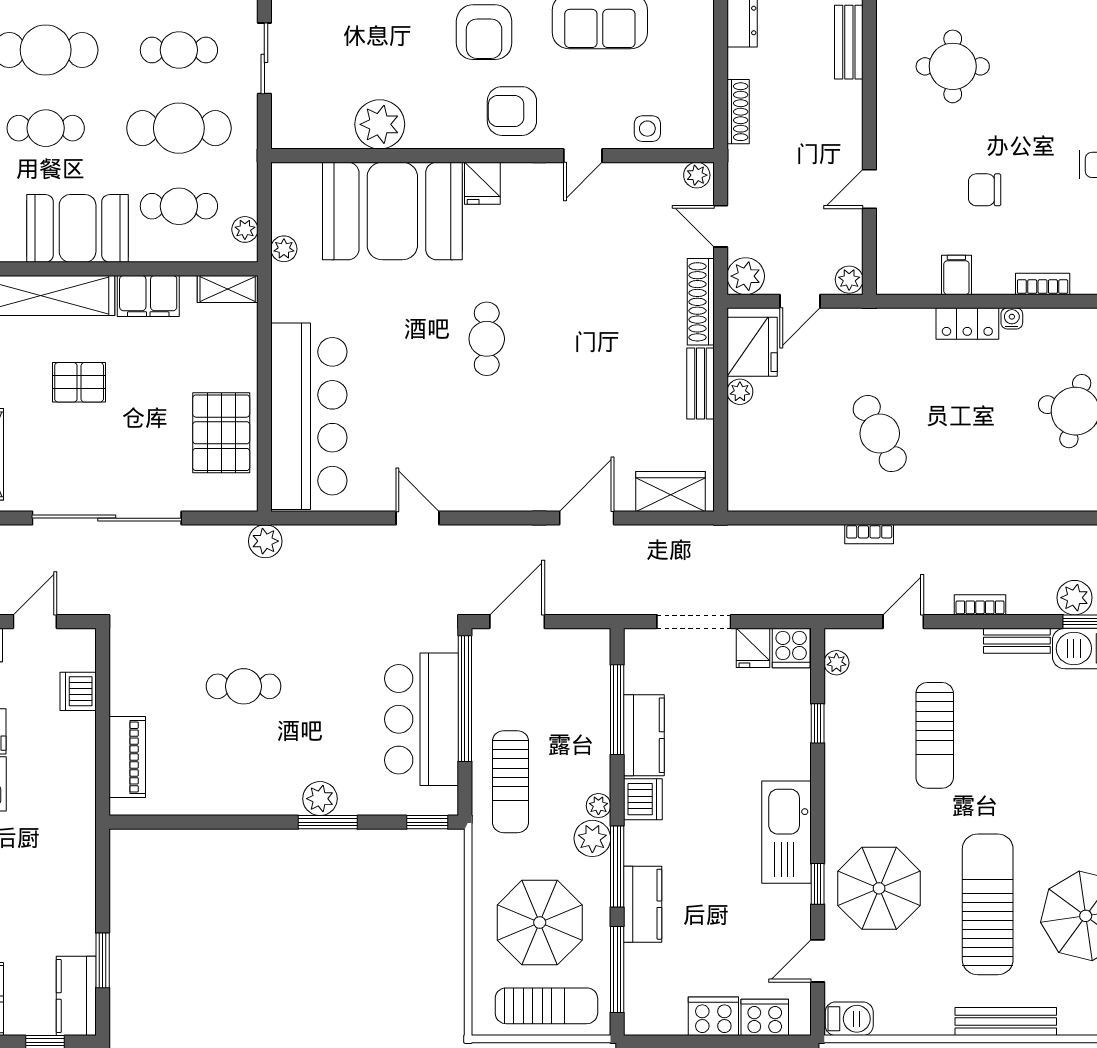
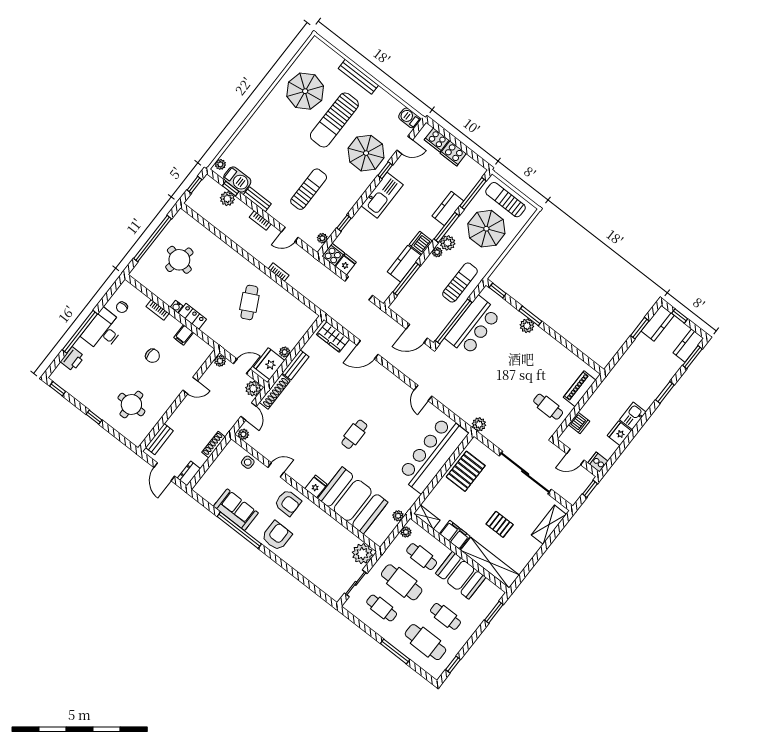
plant: (380, 124) -> (362, 554), moved
cafe table: (244, 686) -> (548, 407), moved

